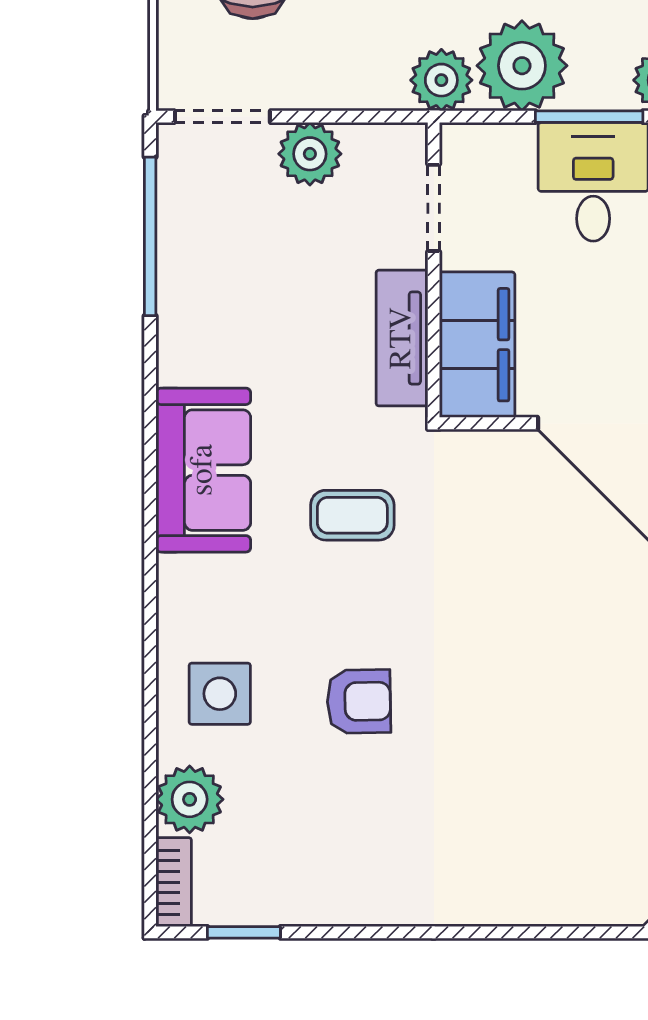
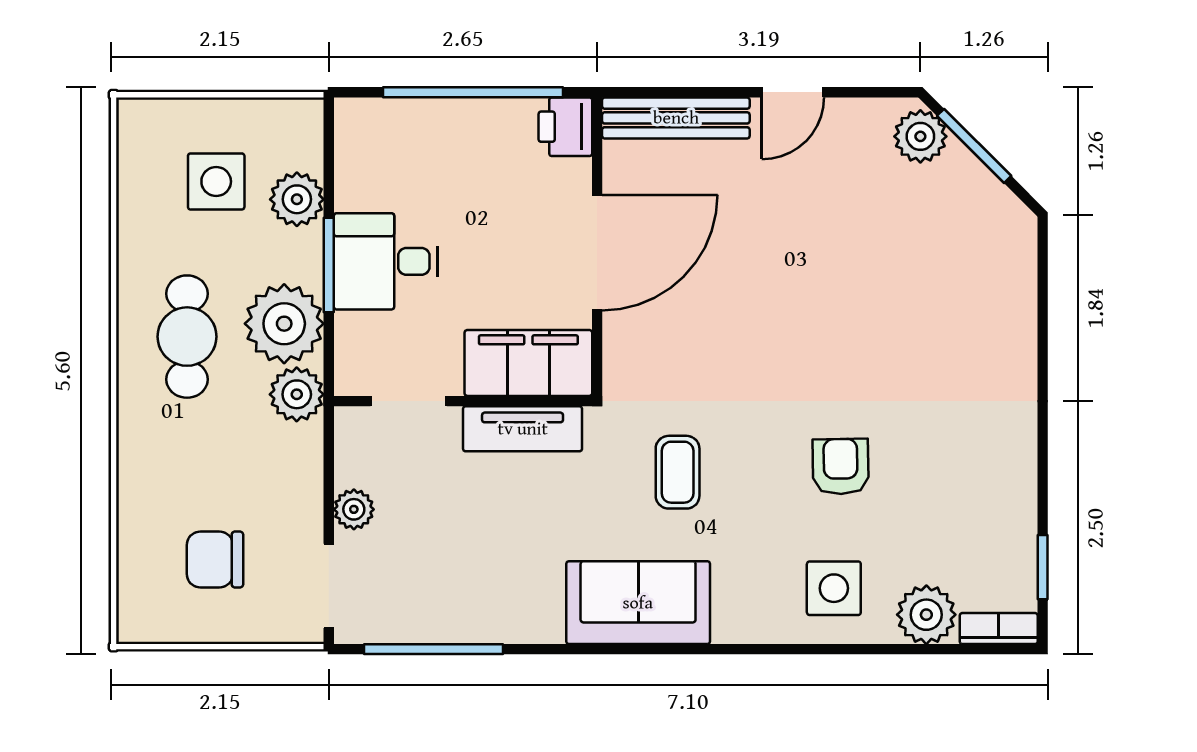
plant: (310, 154) -> (354, 509), width x0.73, depth x0.73

